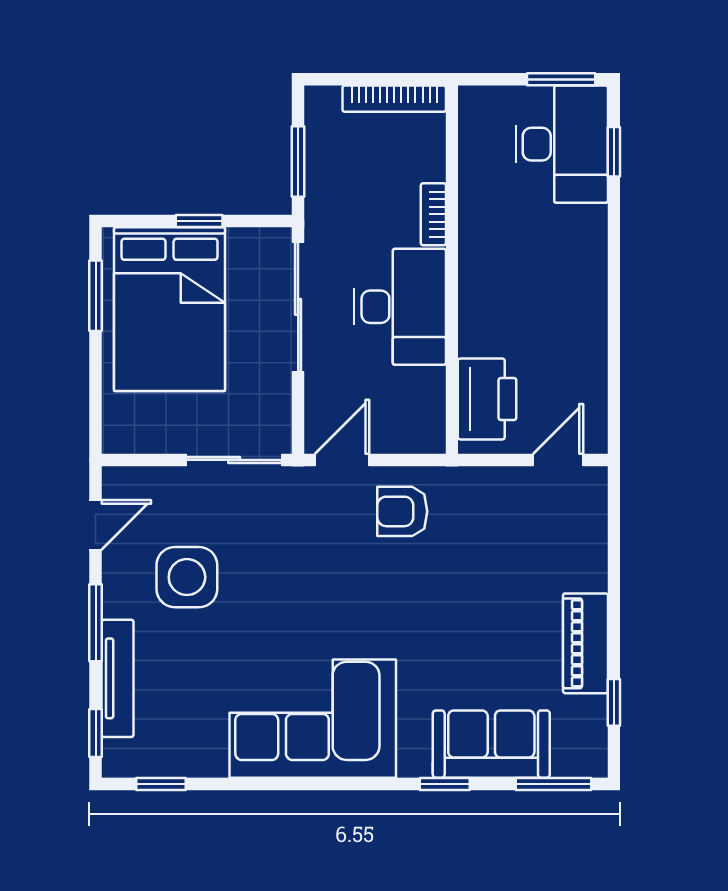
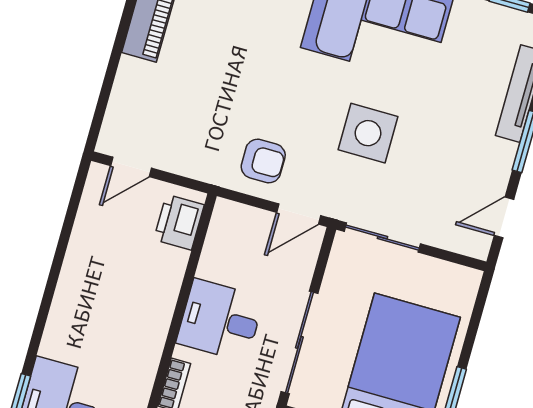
desk: (400, 307) -> (220, 320), width x0.73
printer: (487, 399) -> (179, 222), width x0.73, depth x0.84
side table: (187, 577) -> (368, 133), moved

